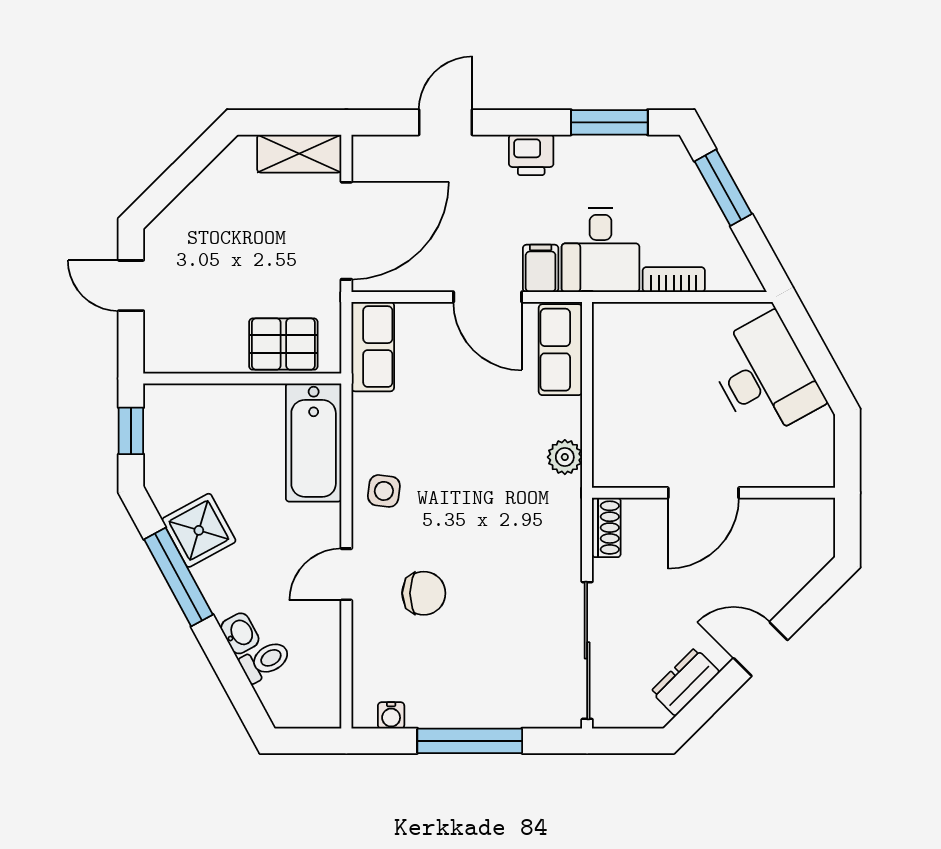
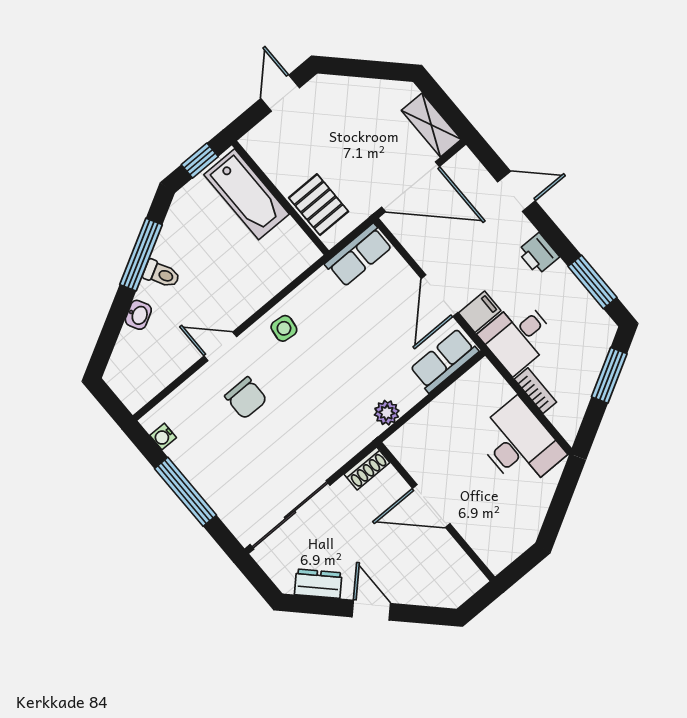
desk: (765, 376) -> (519, 444), moved, turned -61
bathtub: (314, 443) -> (247, 194), moved, turned -90
shower: (199, 530) -> (176, 244), removed
toilet: (265, 661) -> (161, 274), moved

